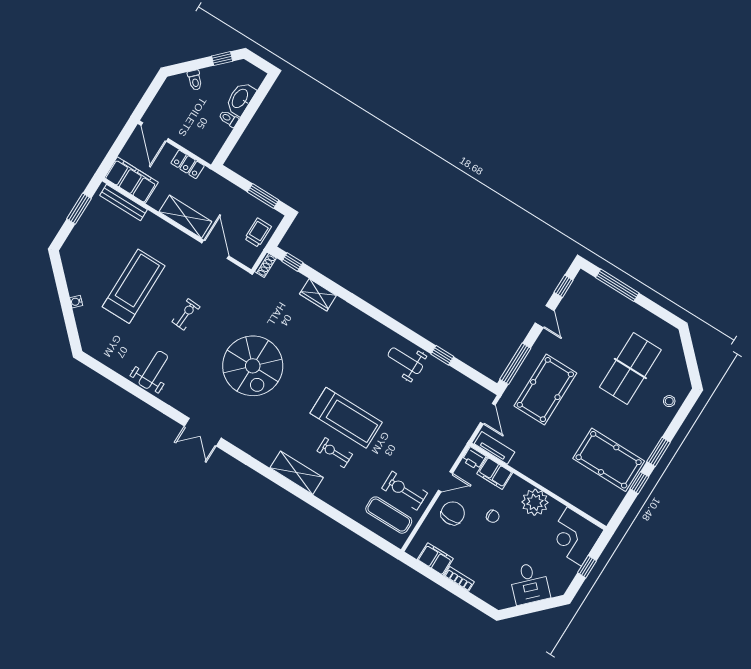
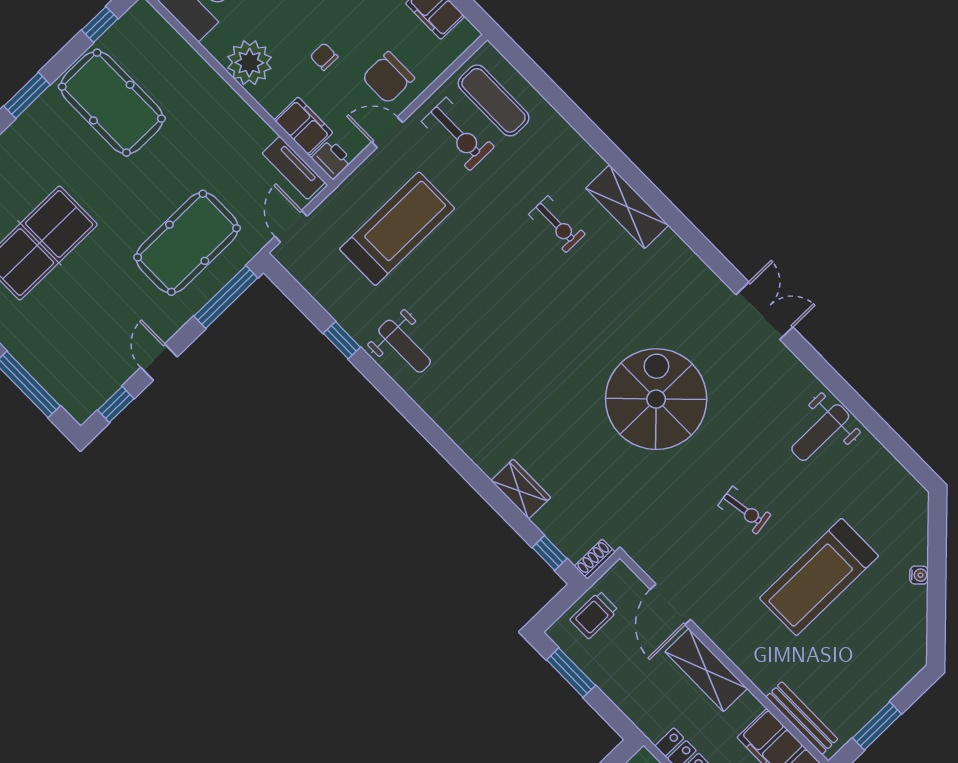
exercise bike: (186, 314) -> (744, 510), turned -102
treadmill: (346, 418) -> (397, 229), moved, turned 90
window: (639, 483) -> (100, 24), moved

